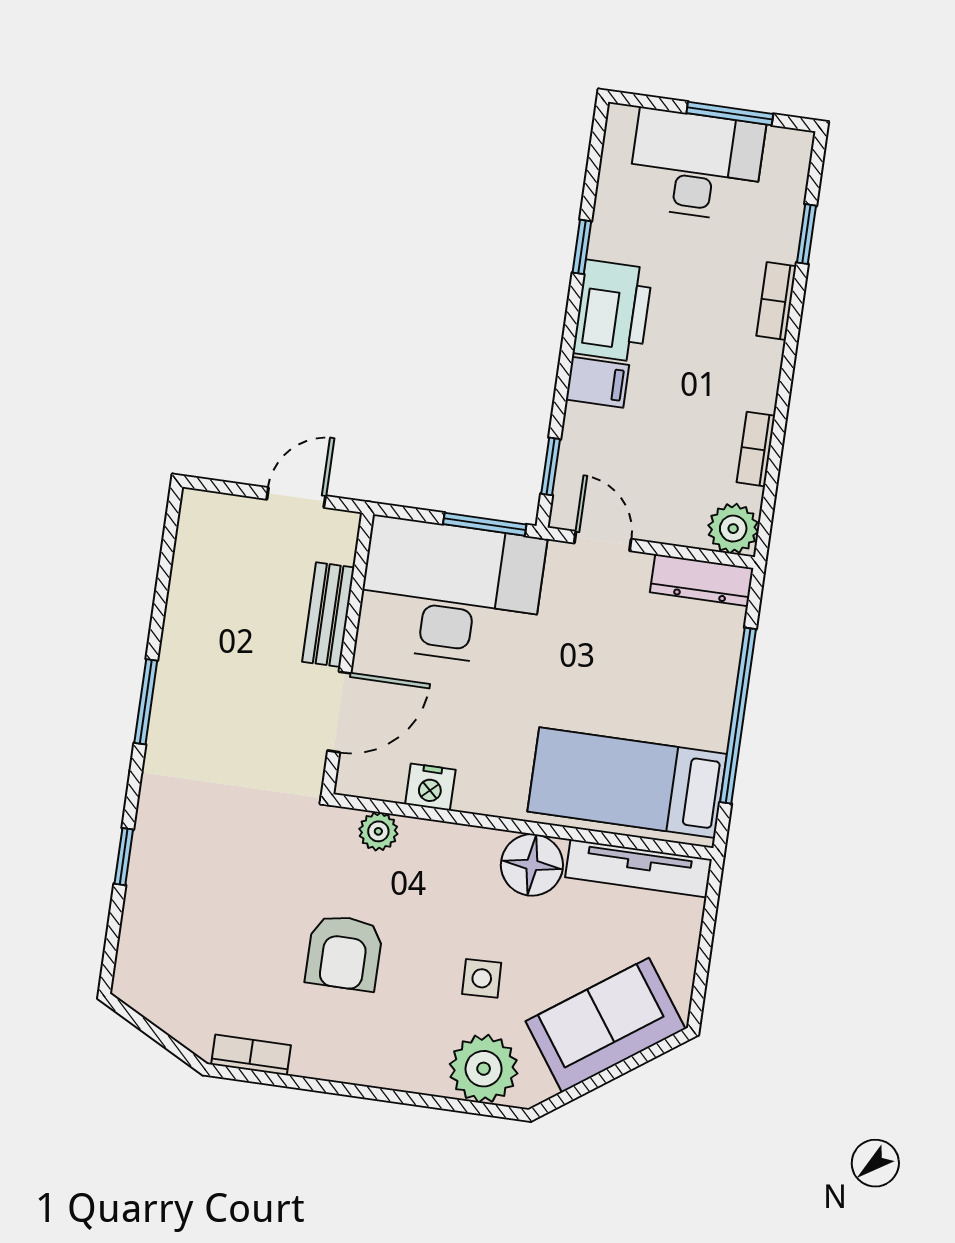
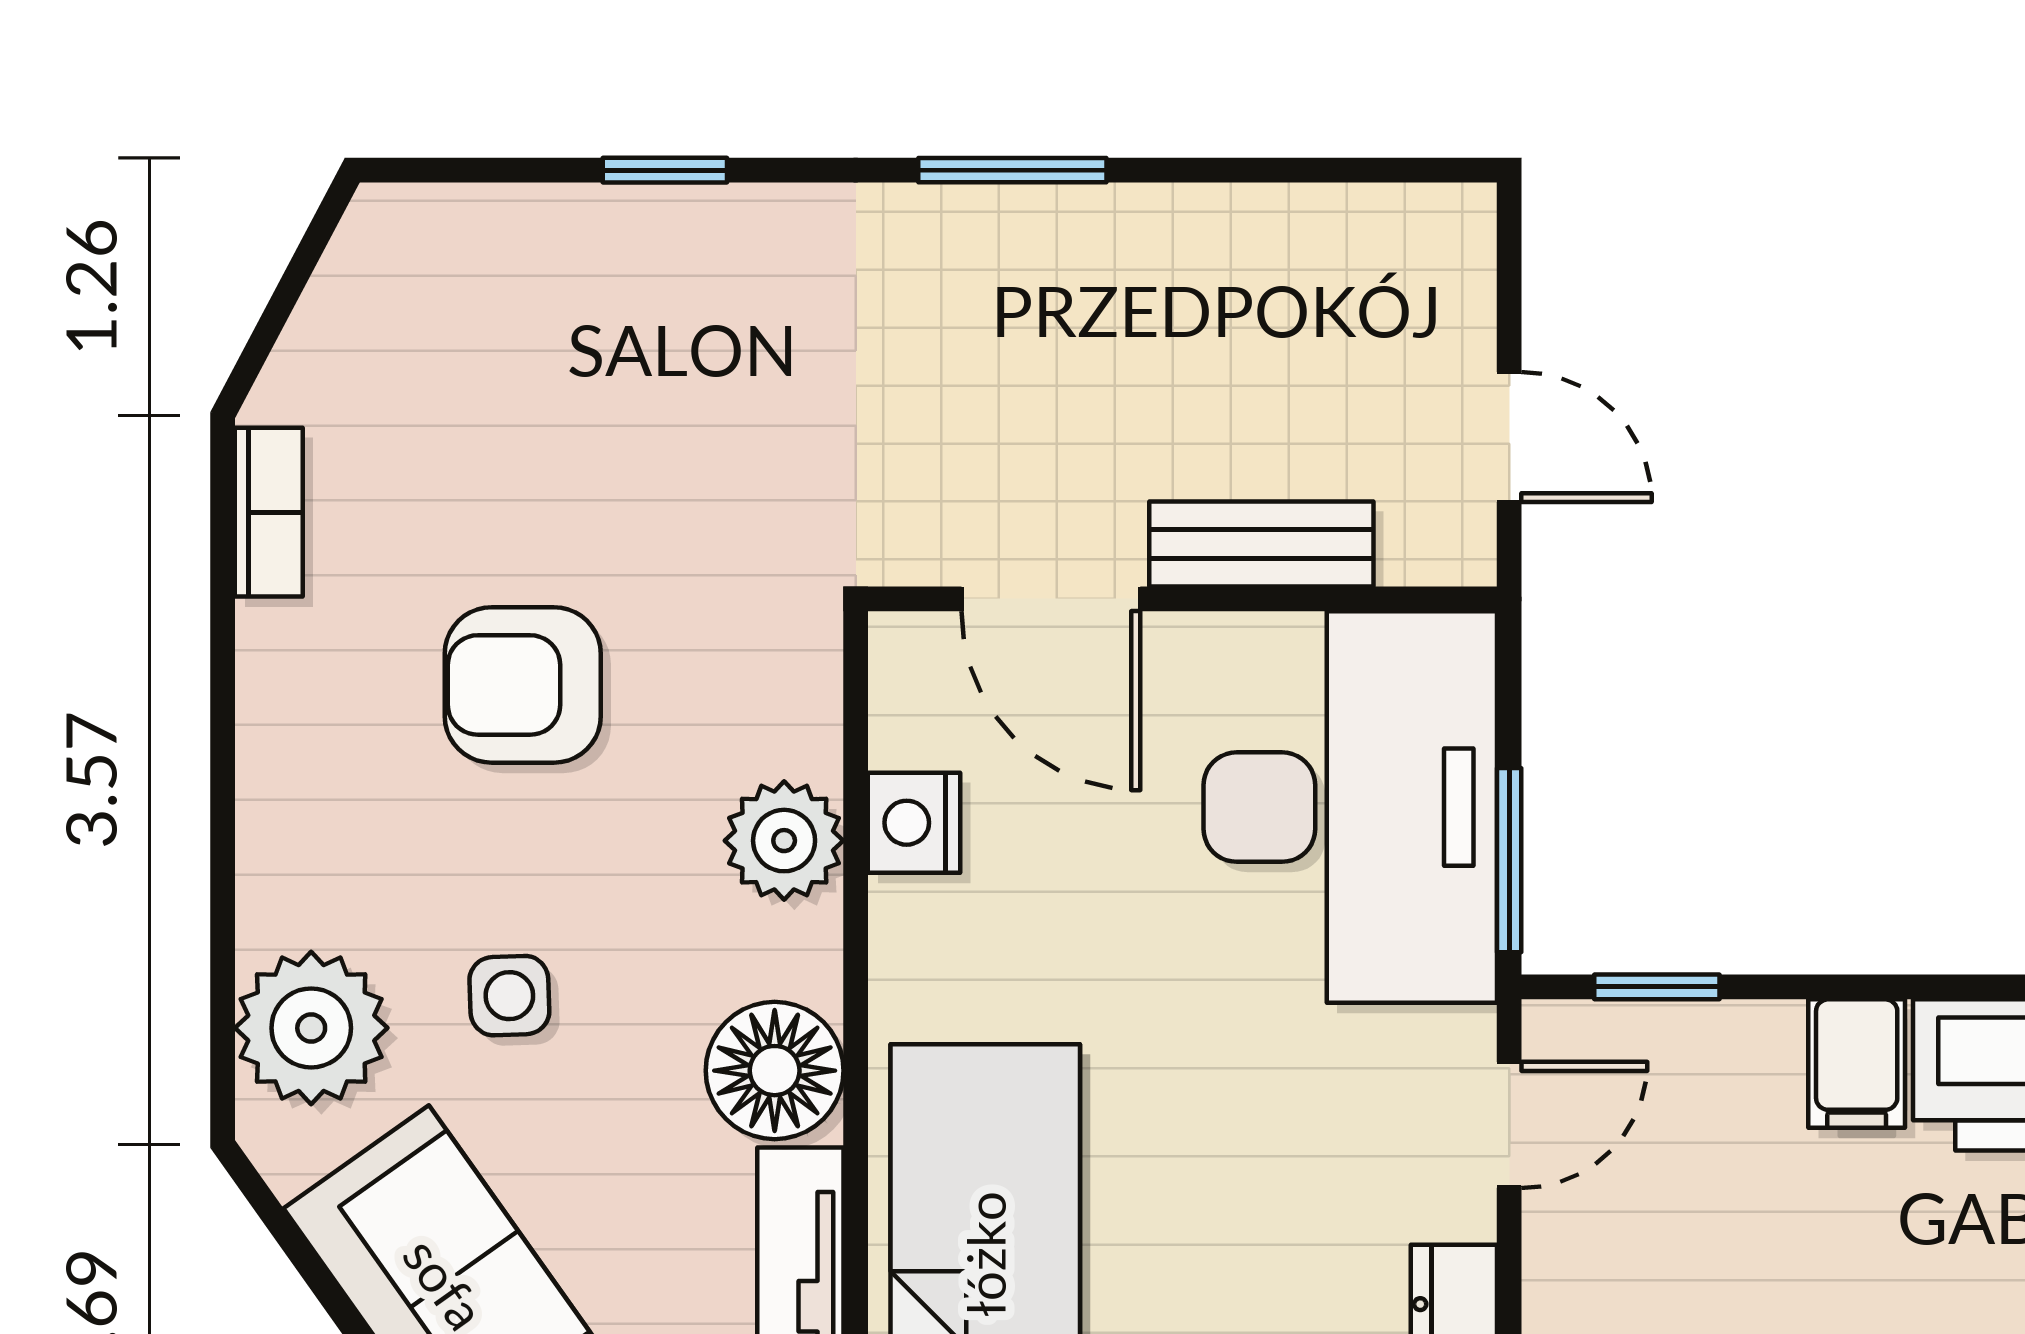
plant: (378, 831) -> (784, 841), moved, width x1.38, depth x1.38

